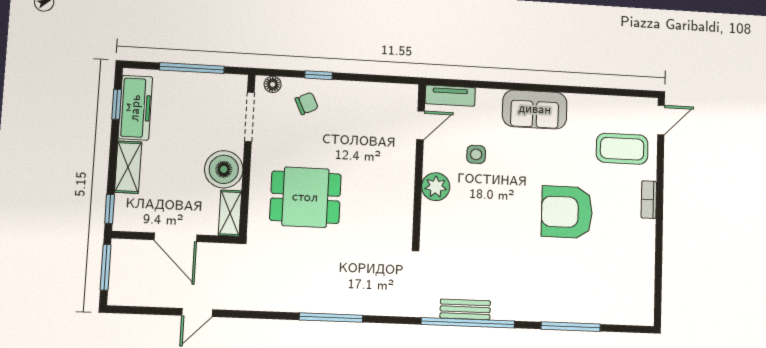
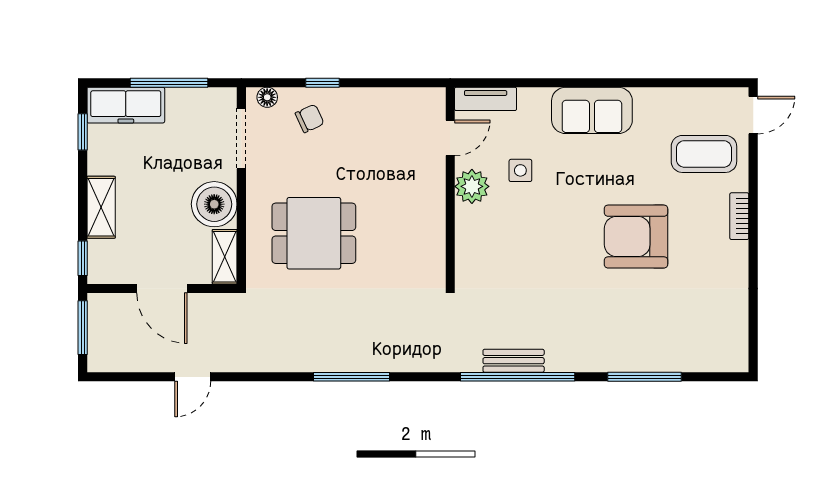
freezer: (135, 108) -> (126, 105), moved, turned 90
plant: (436, 187) -> (472, 186), moved

